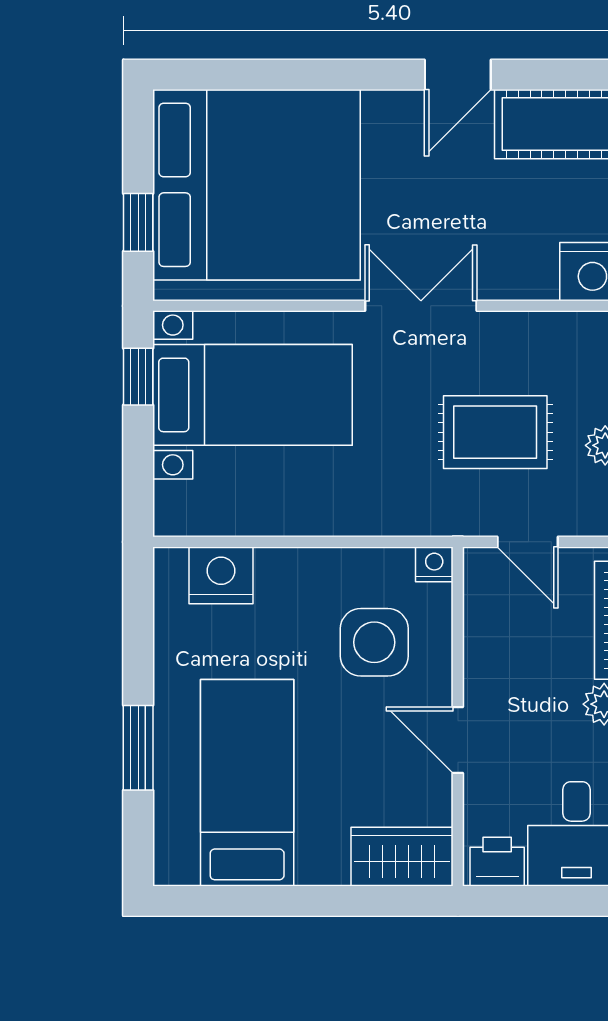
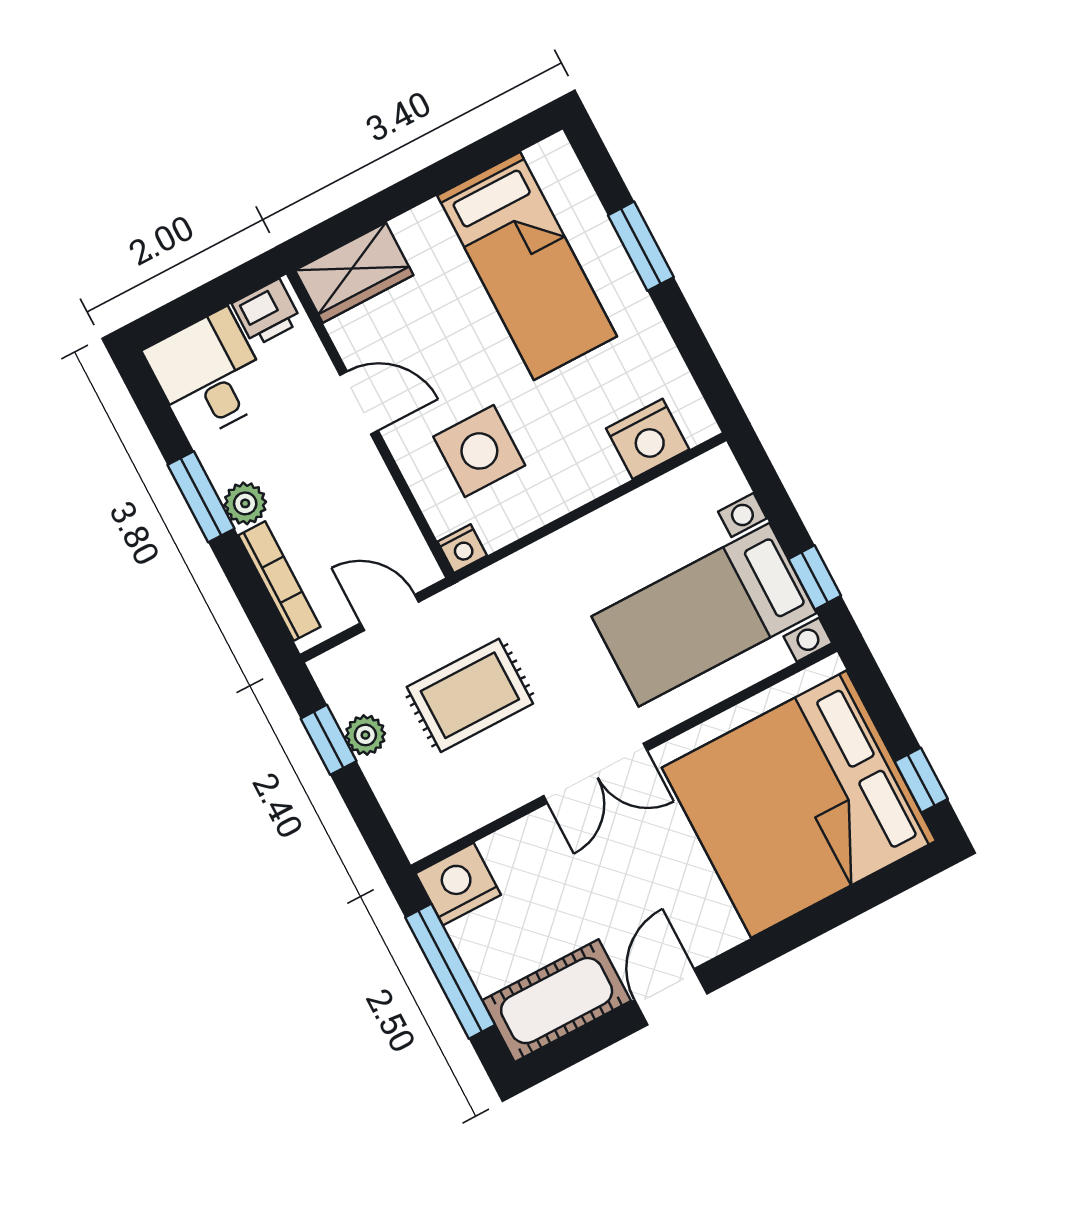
window: (138, 222) -> (921, 780), moved

